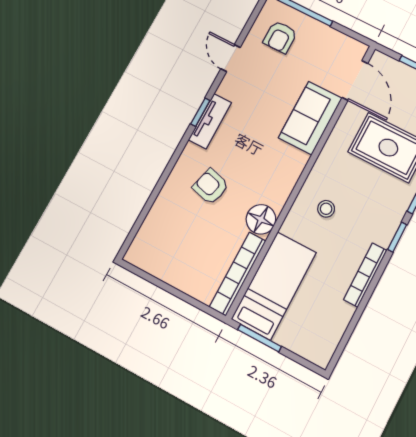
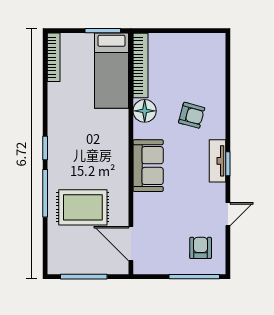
door: (230, 58) -> (228, 214), hinge flipped
sofa: (310, 118) -> (148, 166), moved
stool: (326, 209) -> (104, 142), removed
bookcase: (365, 275) -> (54, 57), moved

